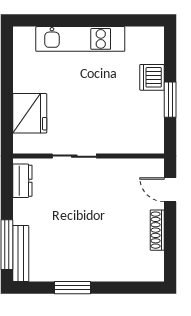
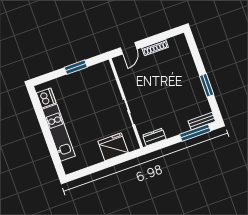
dishwasher: (152, 77) -> (46, 98), moved, turned -90
bench: (21, 253) -> (202, 121), width x0.73

